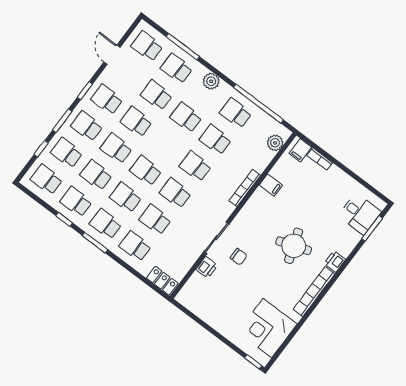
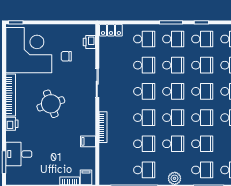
plant: (275, 143) -> (105, 170), removed
school desk: (166, 144) -> (173, 118), added
desk: (360, 214) -> (19, 154), moved
round table: (294, 246) -> (51, 104), moved
chair: (239, 257) -> (66, 56), moved
printer: (207, 267) -> (89, 42), moved
corner desk: (267, 328) -> (29, 50), width x1.36, depth x1.36

